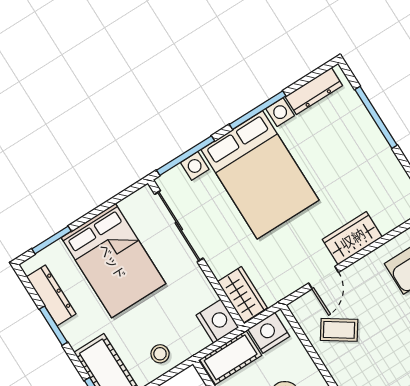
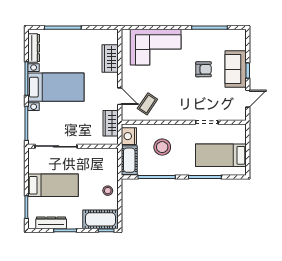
bed with nightstands: (260, 175) -> (56, 87), width x0.73
wardrobe: (352, 238) -> (110, 59), moved
bed: (113, 261) -> (53, 185), width x0.67
wardrobe: (242, 295) -> (111, 123), moved, turned -90
nightstand: (217, 321) -> (109, 156), removed

